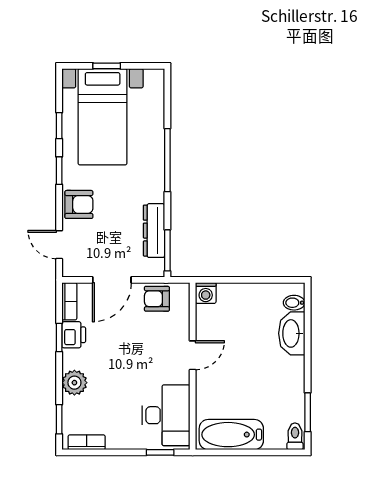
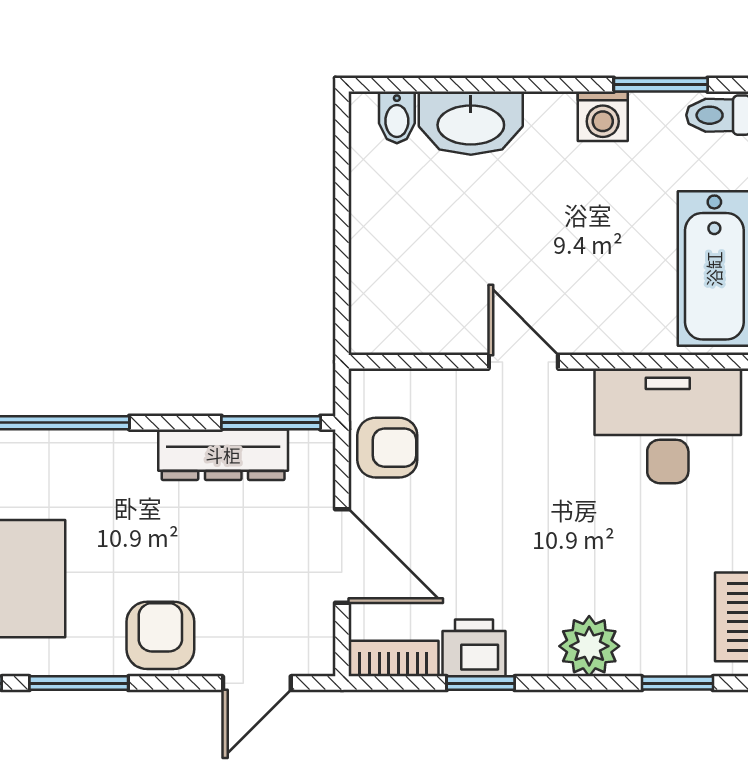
window: (59, 171) -> (79, 683), width x1.50
washing machine: (206, 293) -> (603, 116), moved, turned 90
armchair: (157, 299) -> (387, 448), turned -90

